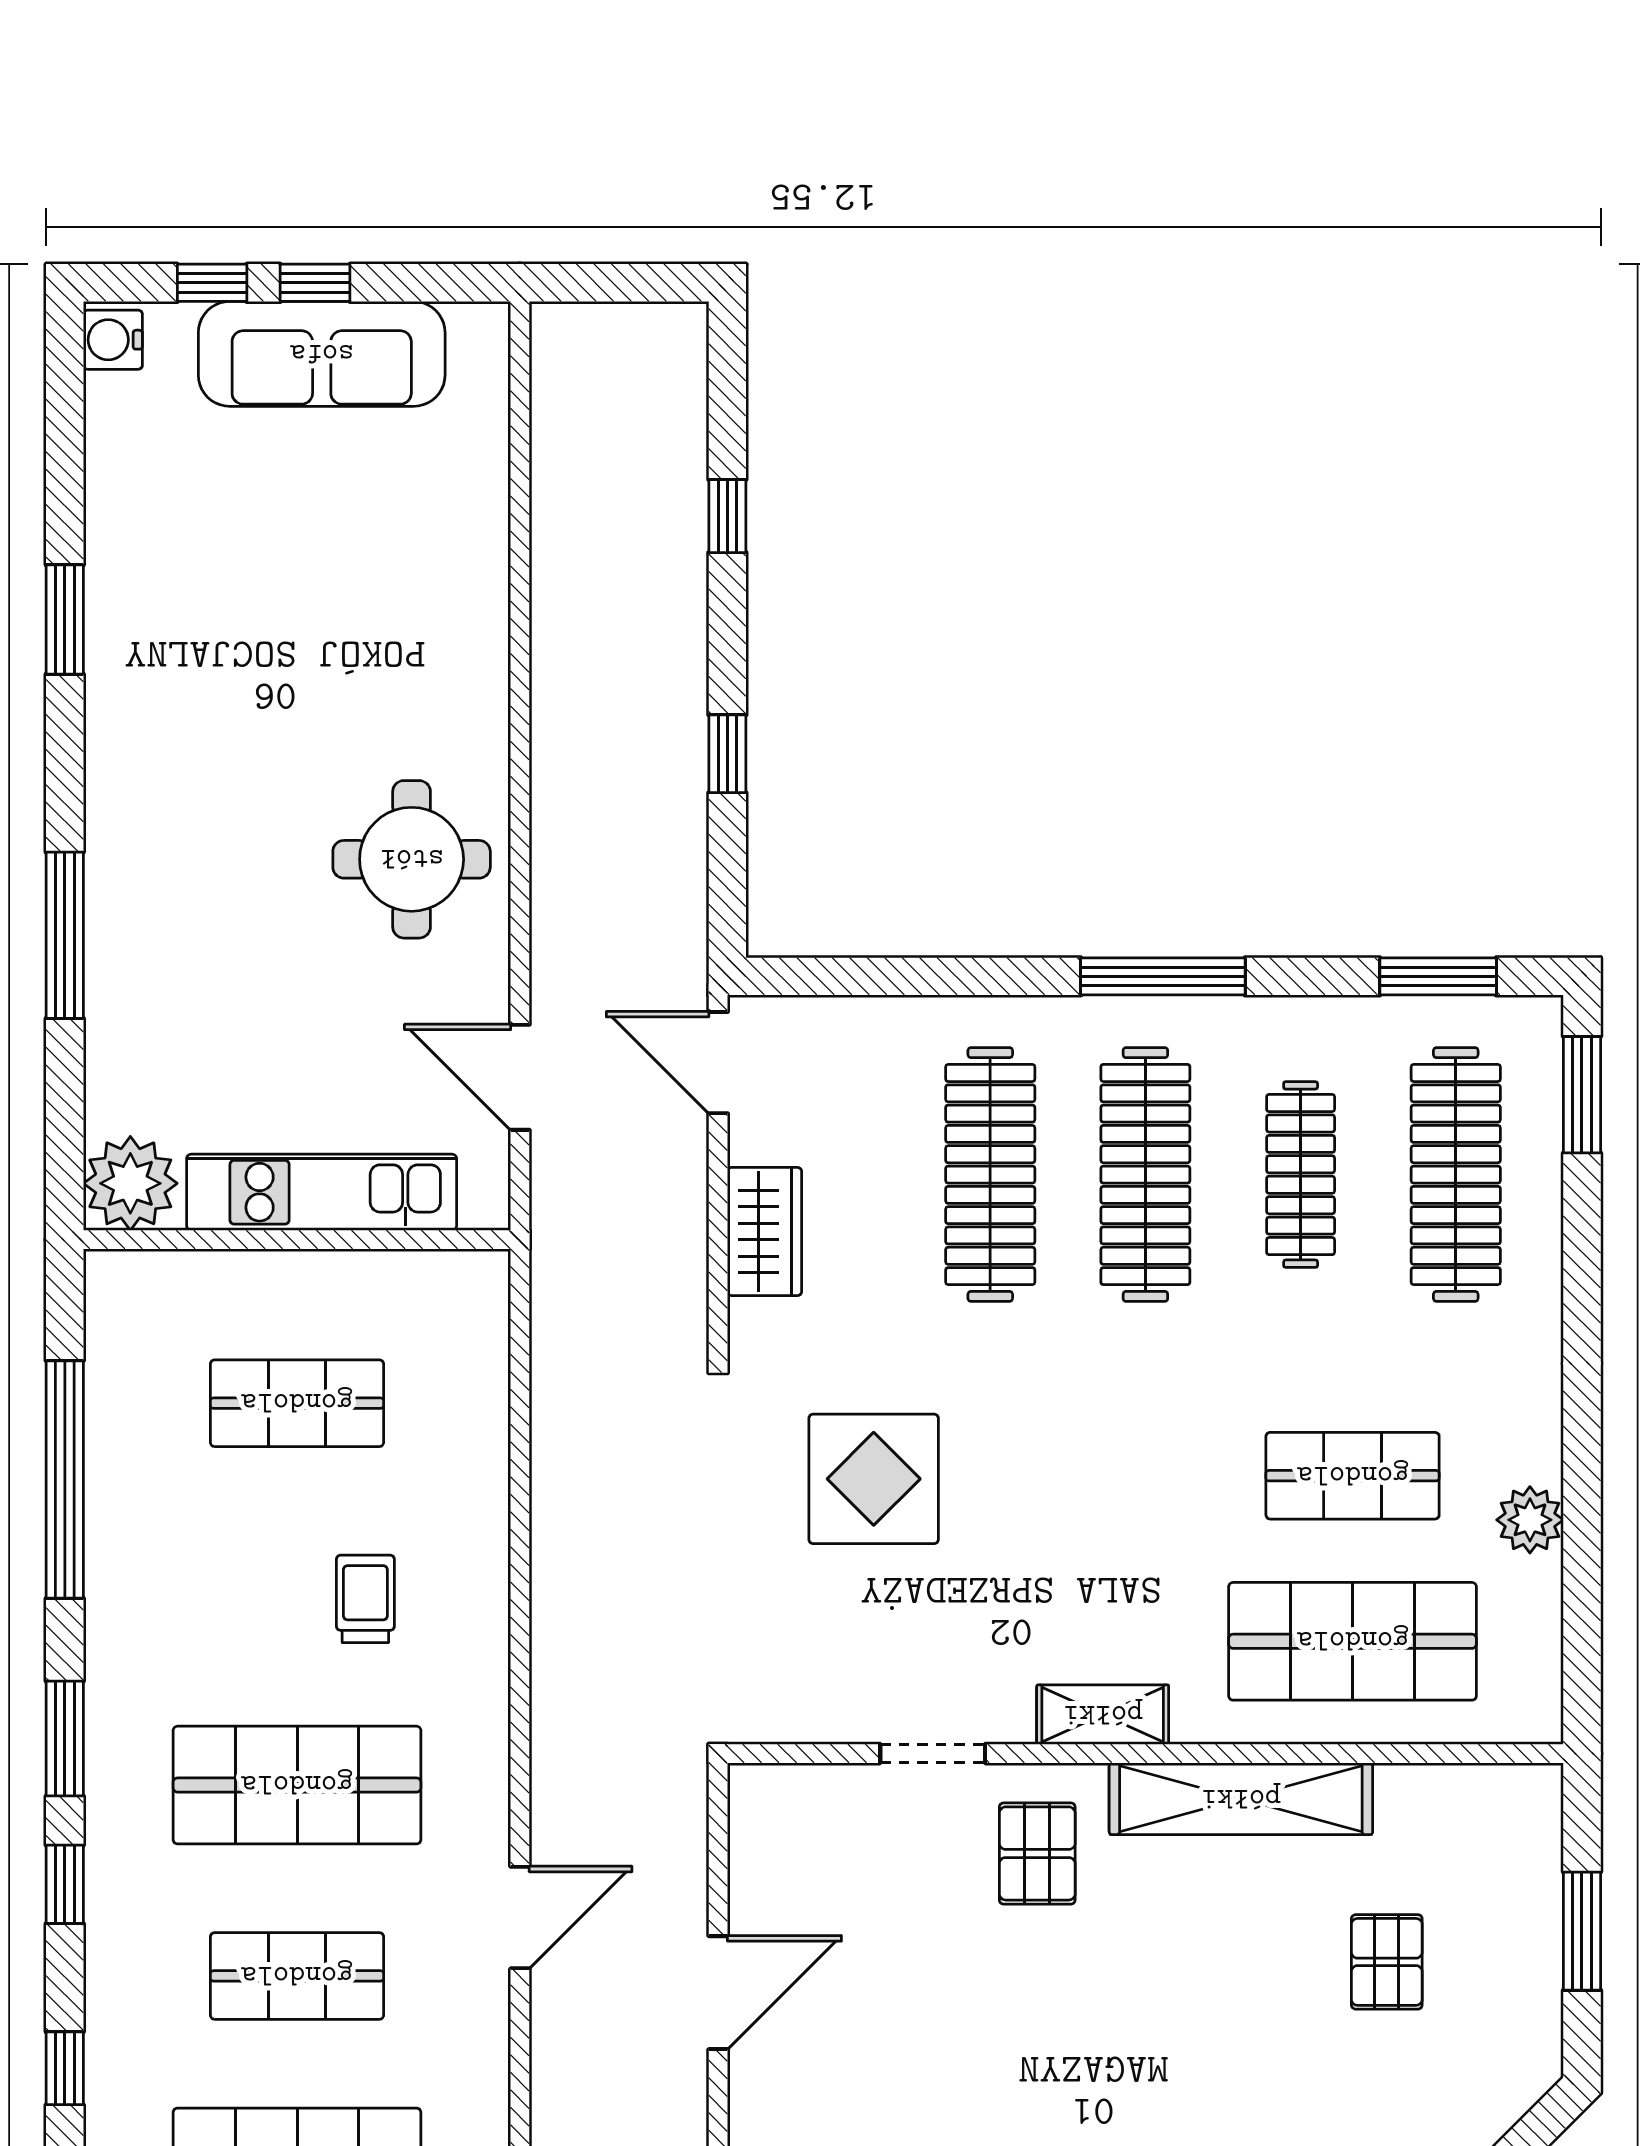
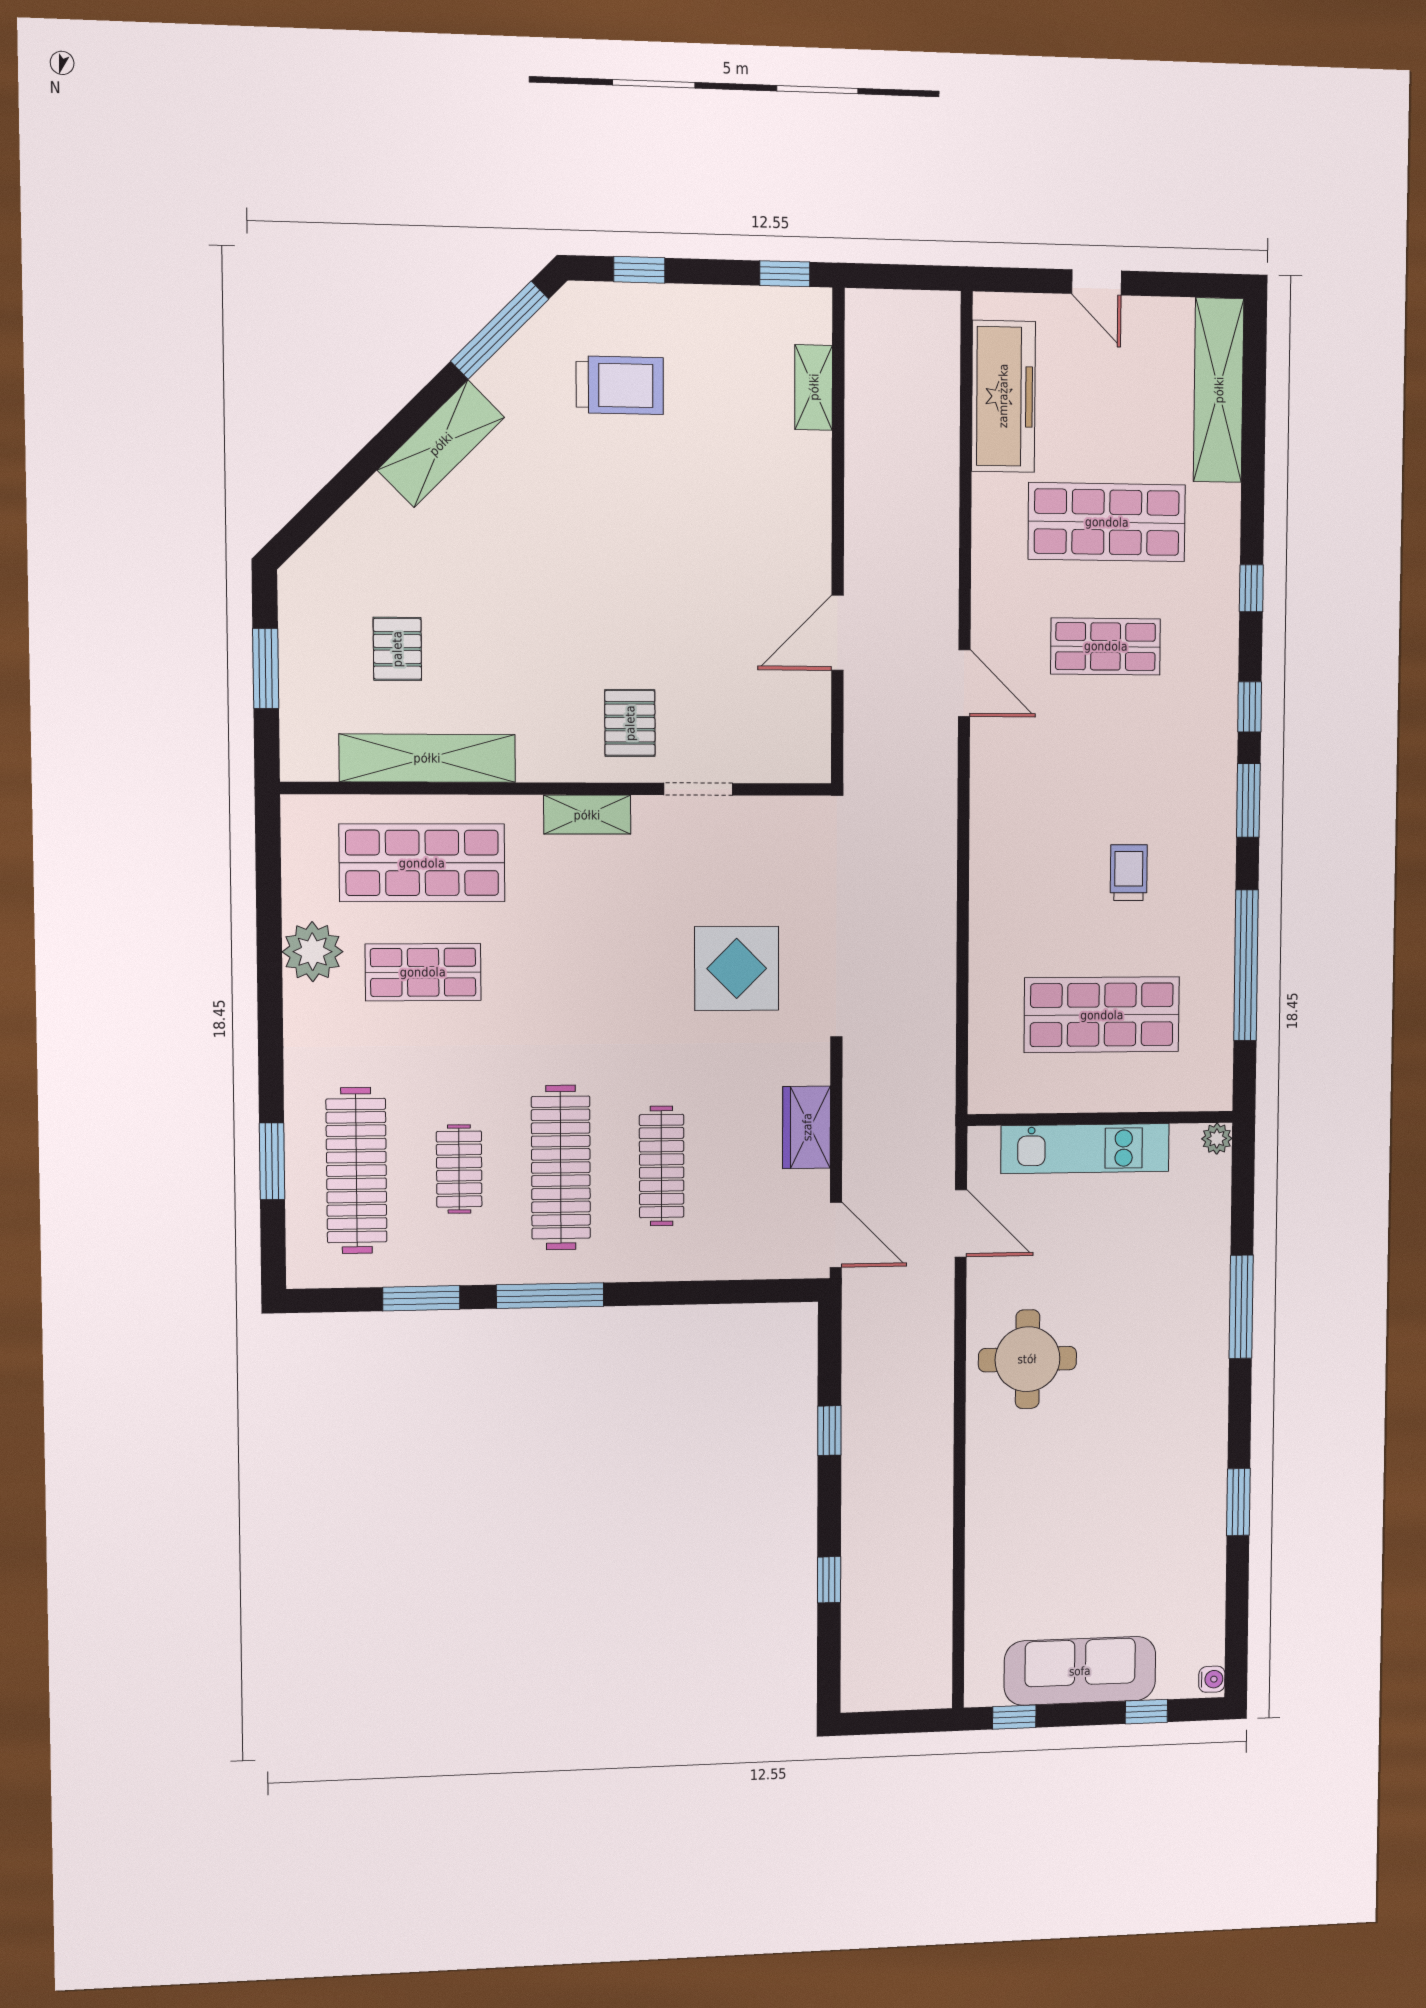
window: (315, 283) -> (1014, 1717), moved
water cooler: (113, 340) -> (1212, 1679), width x0.72, depth x0.72
window: (1438, 976) -> (421, 1298), moved
window: (1582, 1095) -> (272, 1161), moved
clothes rail: (990, 1175) -> (662, 1166), width x0.73, depth x0.76
clothes rail: (1301, 1175) -> (459, 1169), width x0.73
plant: (130, 1183) -> (1217, 1139), width x0.53, depth x0.53
shop shelf: (297, 1403) -> (1102, 1015), width x1.43, depth x1.36
plant: (1530, 1520) -> (312, 952), width x1.36, depth x1.36
trolley: (365, 1599) -> (1129, 873), moved, turned 180
shop shelf: (297, 1785) -> (1104, 770), removed
shelving: (1241, 1799) -> (427, 758), moved
door: (520, 1918) -> (964, 683), swing flipped

